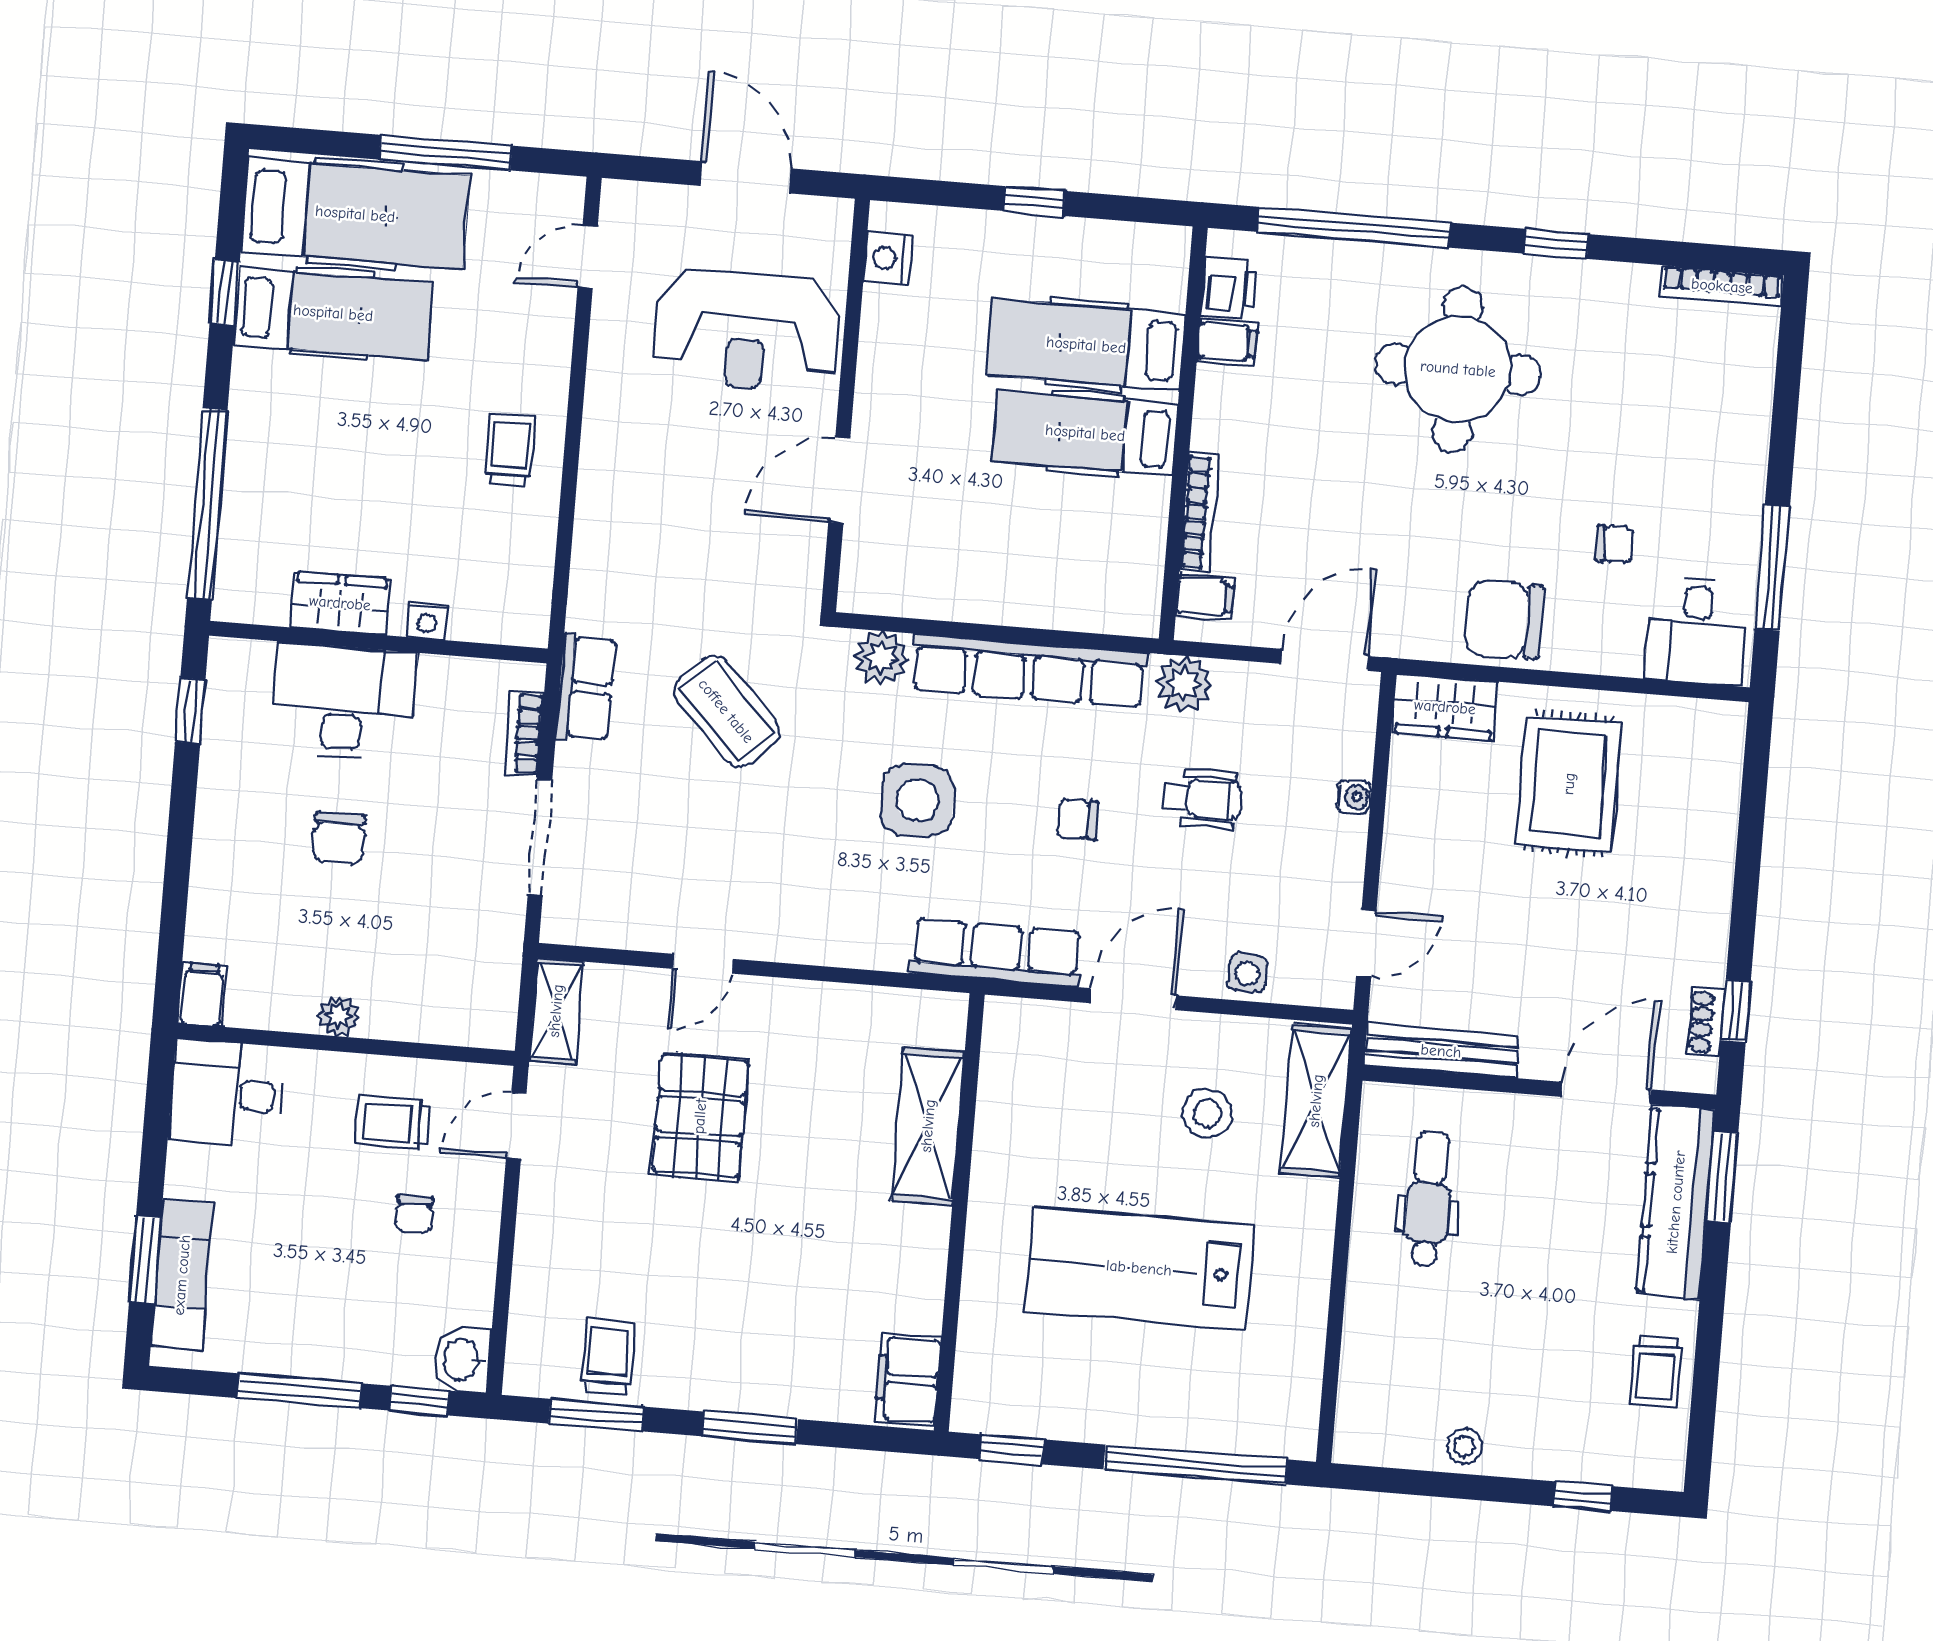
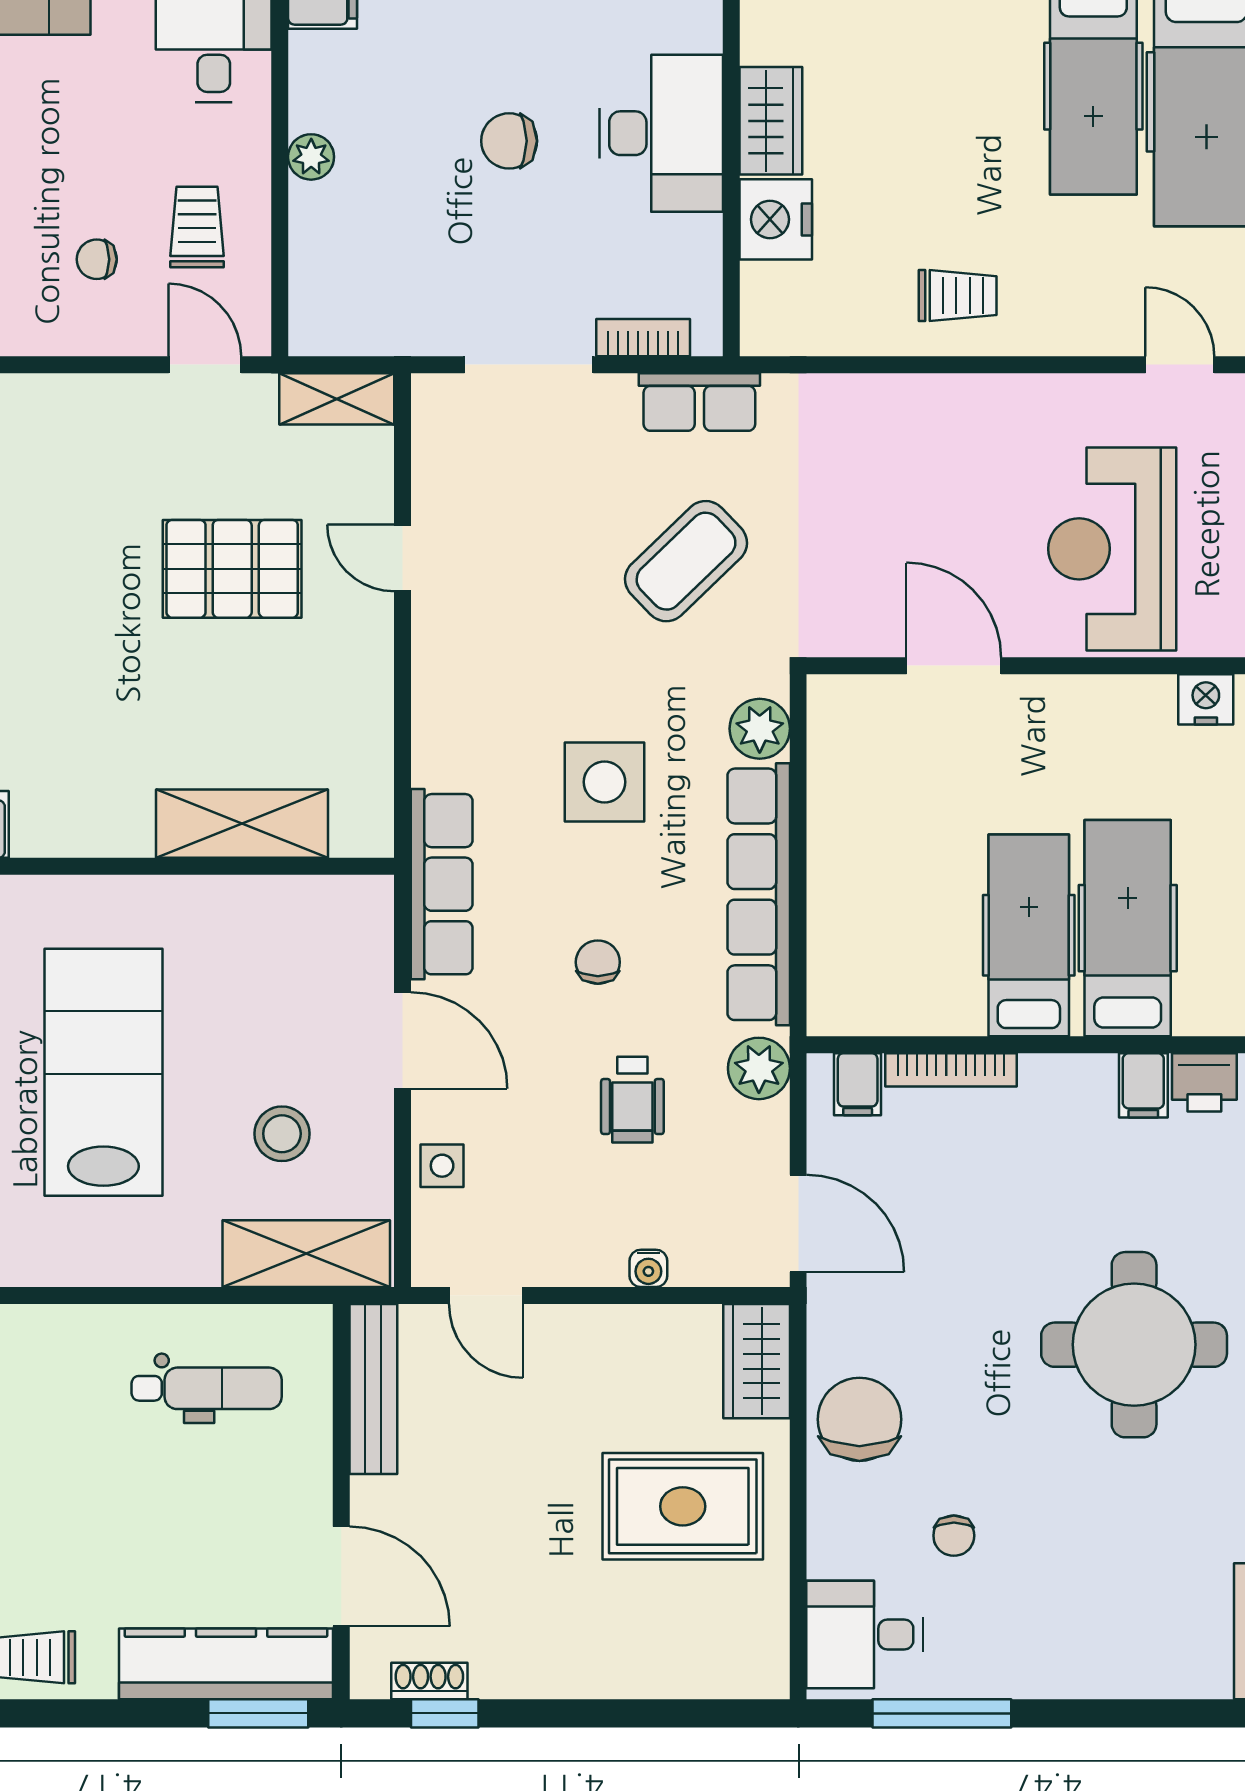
nightstand: (427, 621) -> (776, 219), width x1.89, depth x1.79

